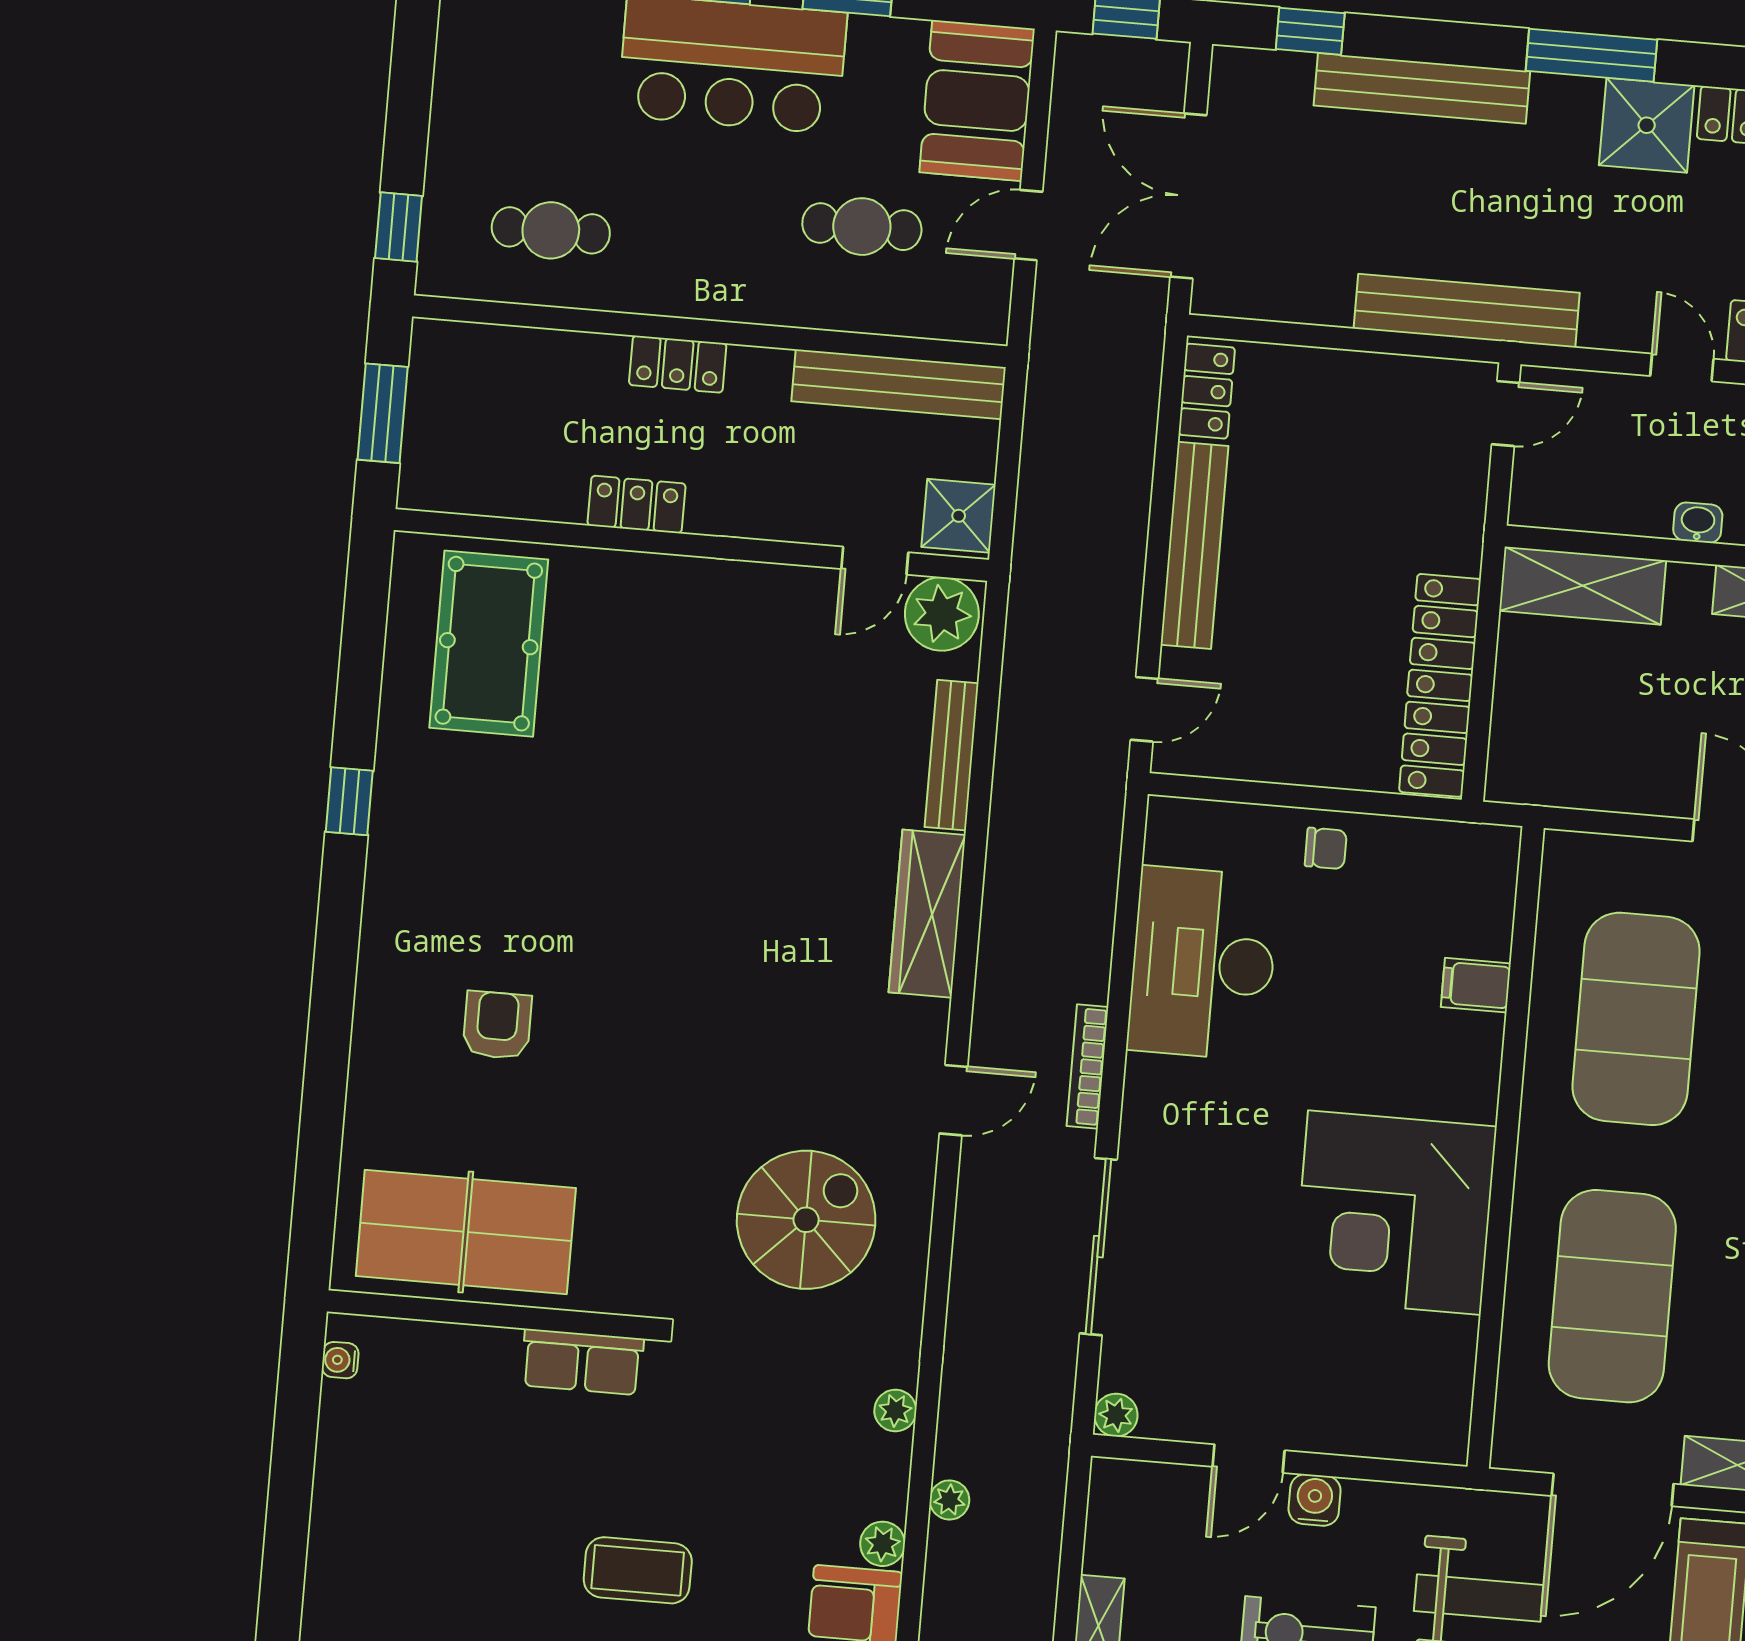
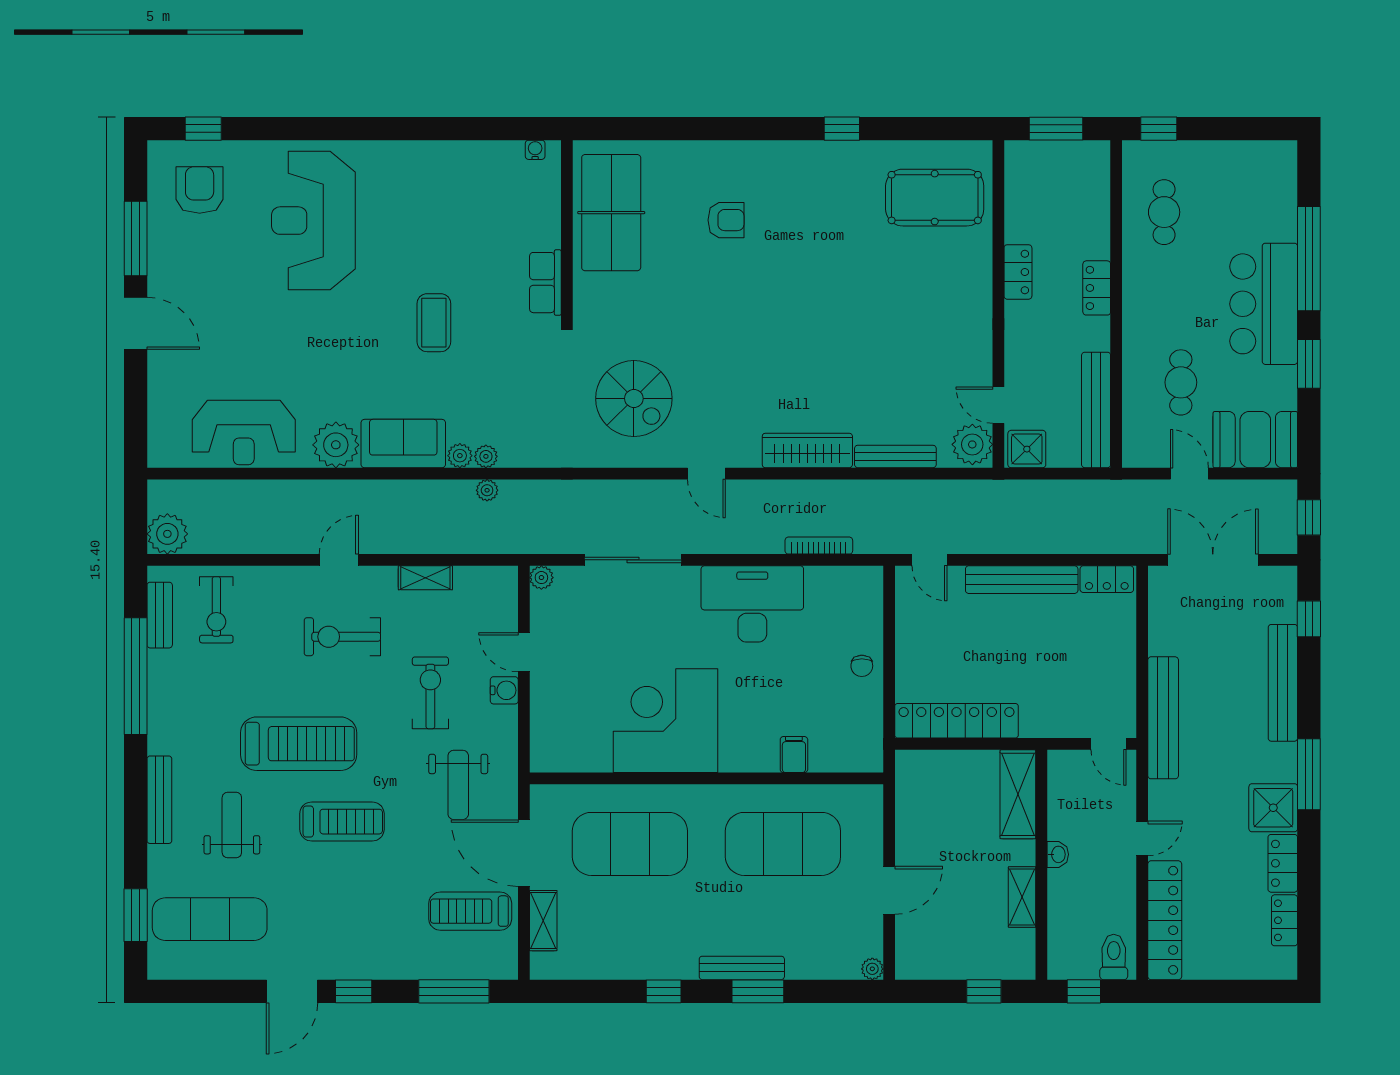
desk: (1203, 963) -> (752, 604), moved
bookcase: (1088, 1067) -> (819, 546), moved
plant: (895, 1411) -> (486, 456), moved

